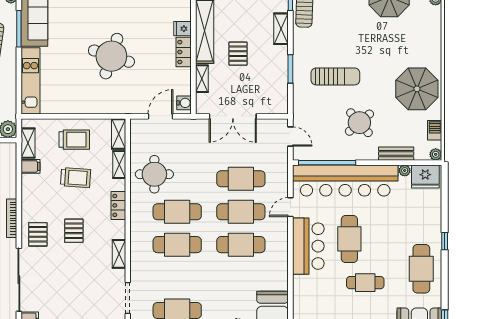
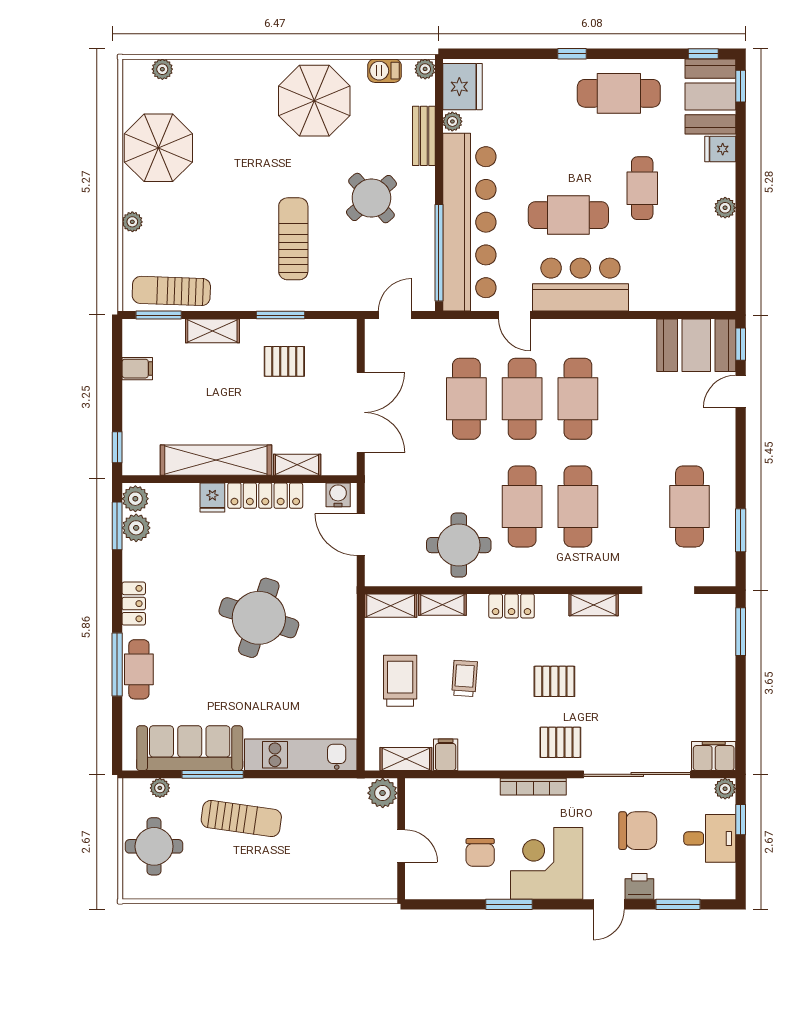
locker: (184, 52) -> (265, 496), width x1.53
pallet: (238, 54) -> (284, 361), moved
trolley: (76, 178) -> (464, 678), width x0.73, depth x0.72

